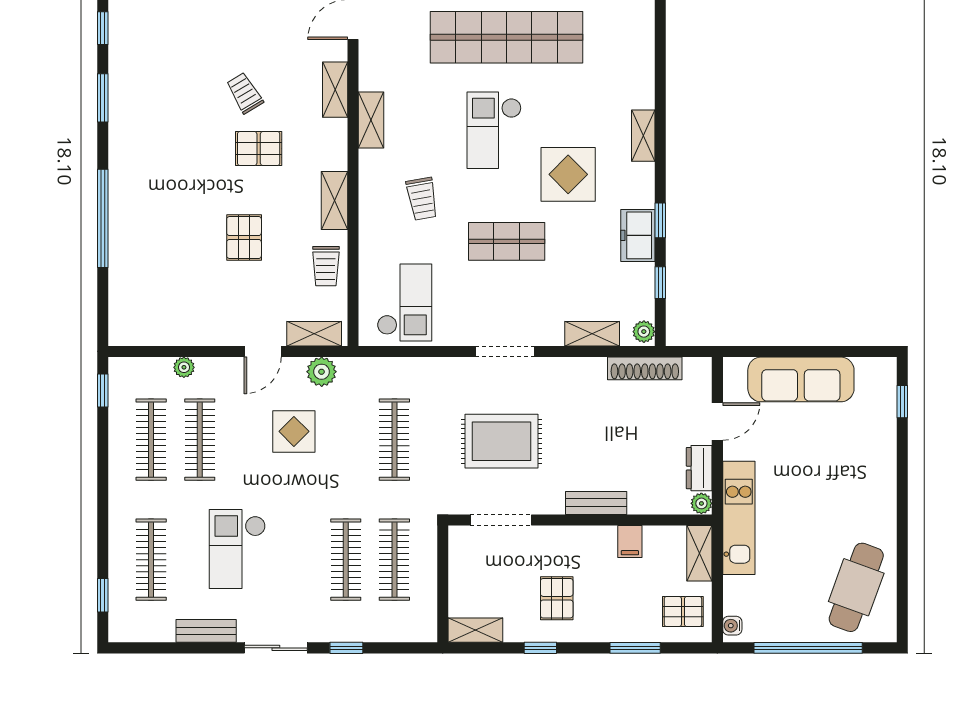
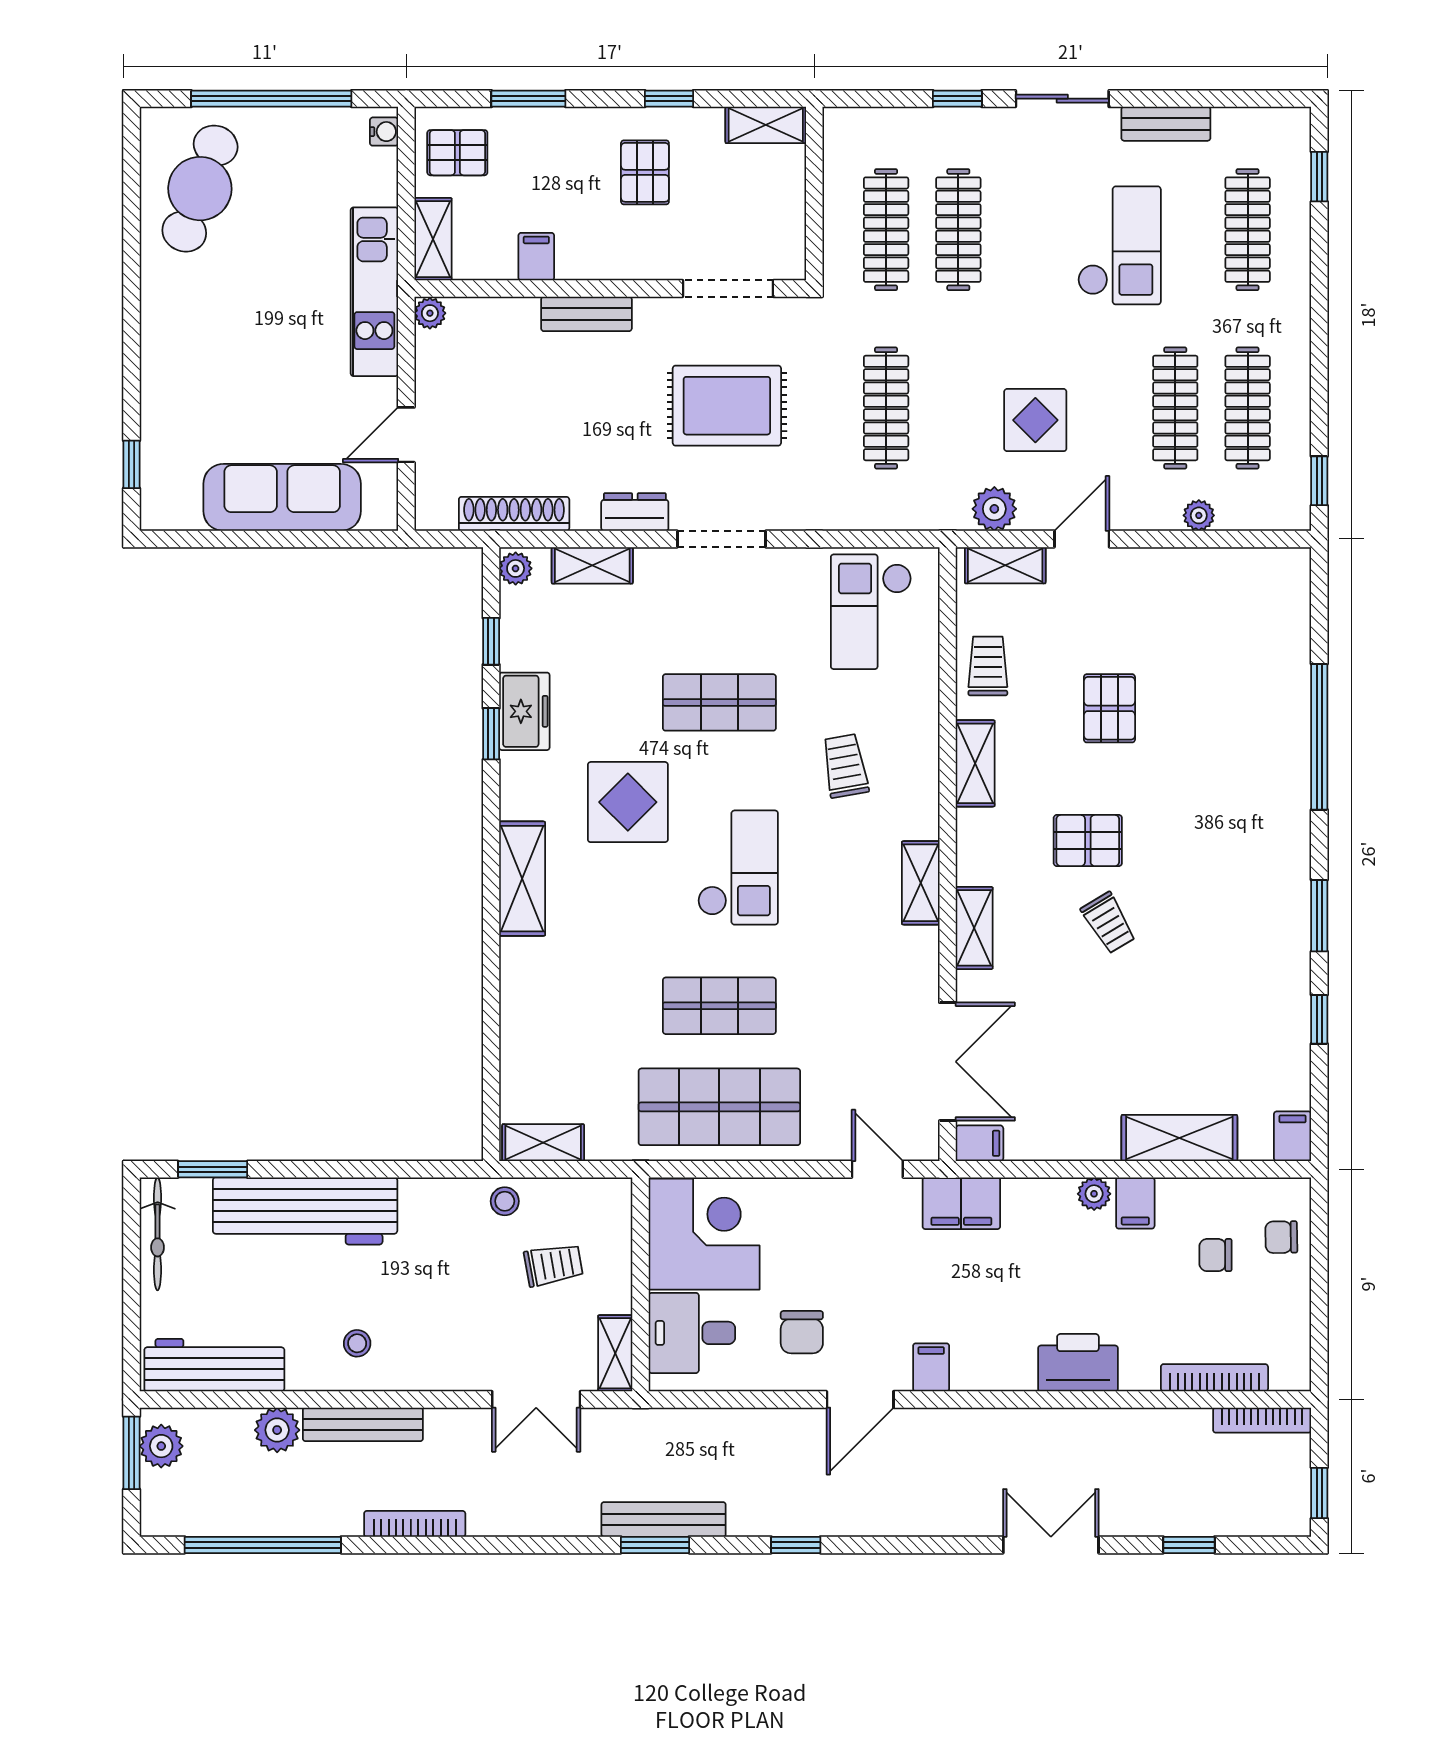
shop shelf: (507, 37) -> (719, 1006), width x0.50, depth x0.74
shelving: (643, 136) -> (522, 879), width x1.50, depth x1.33
dresser: (699, 468) -> (635, 512), moved, turned -90

